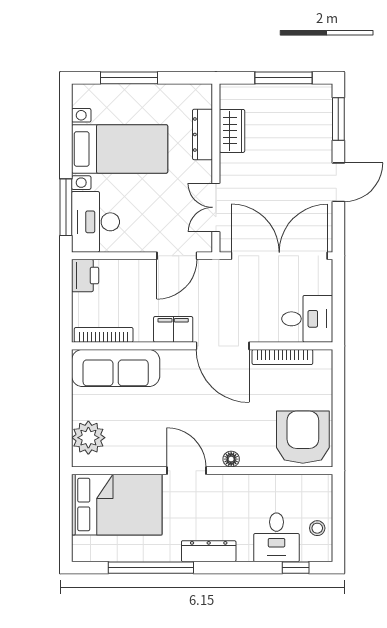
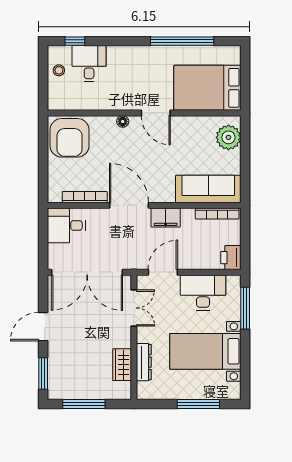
desk: (96, 222) -> (203, 292), moved, turned -90
dresser: (209, 551) -> (139, 53), removed

